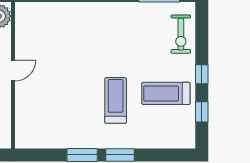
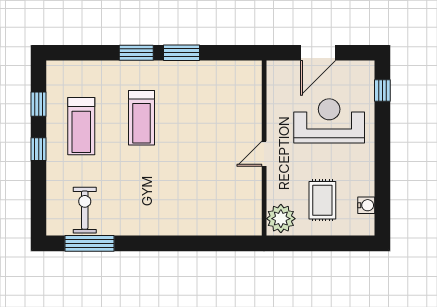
exercise bike: (181, 34) -> (85, 210), moved
treadmill: (166, 93) -> (81, 126), turned 90

